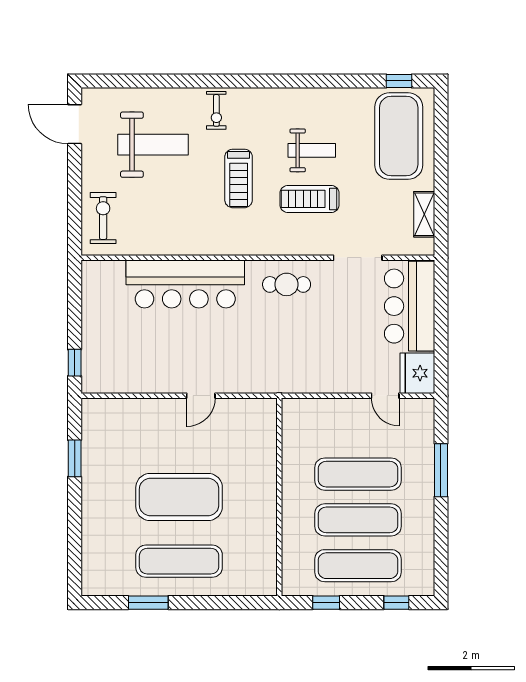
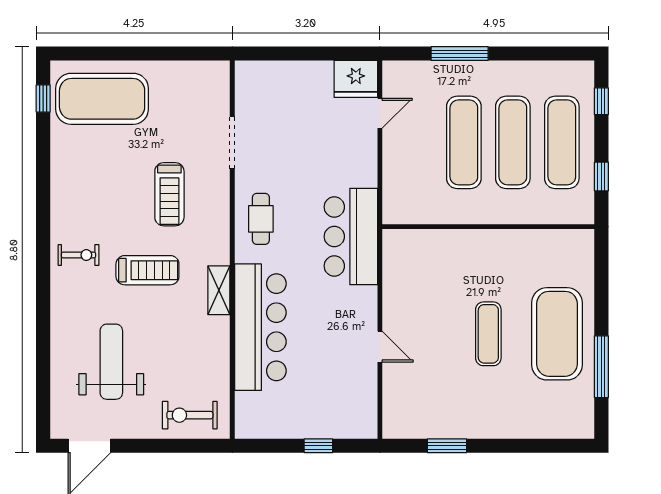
exercise bike: (216, 110) -> (79, 255), moved
weight bench: (312, 150) -> (117, 192), removed
shelving: (424, 214) -> (219, 290), moved, turned 90
bar counter: (410, 306) -> (351, 237), moved, turned 90
window: (75, 363) -> (318, 446), moved
door: (201, 396) -> (380, 347), moved
exercise mat: (179, 497) -> (488, 334), width x0.50, depth x0.69
exercise mat: (179, 561) -> (557, 334), width x1.47
window: (148, 603) -> (601, 367), width x1.44

